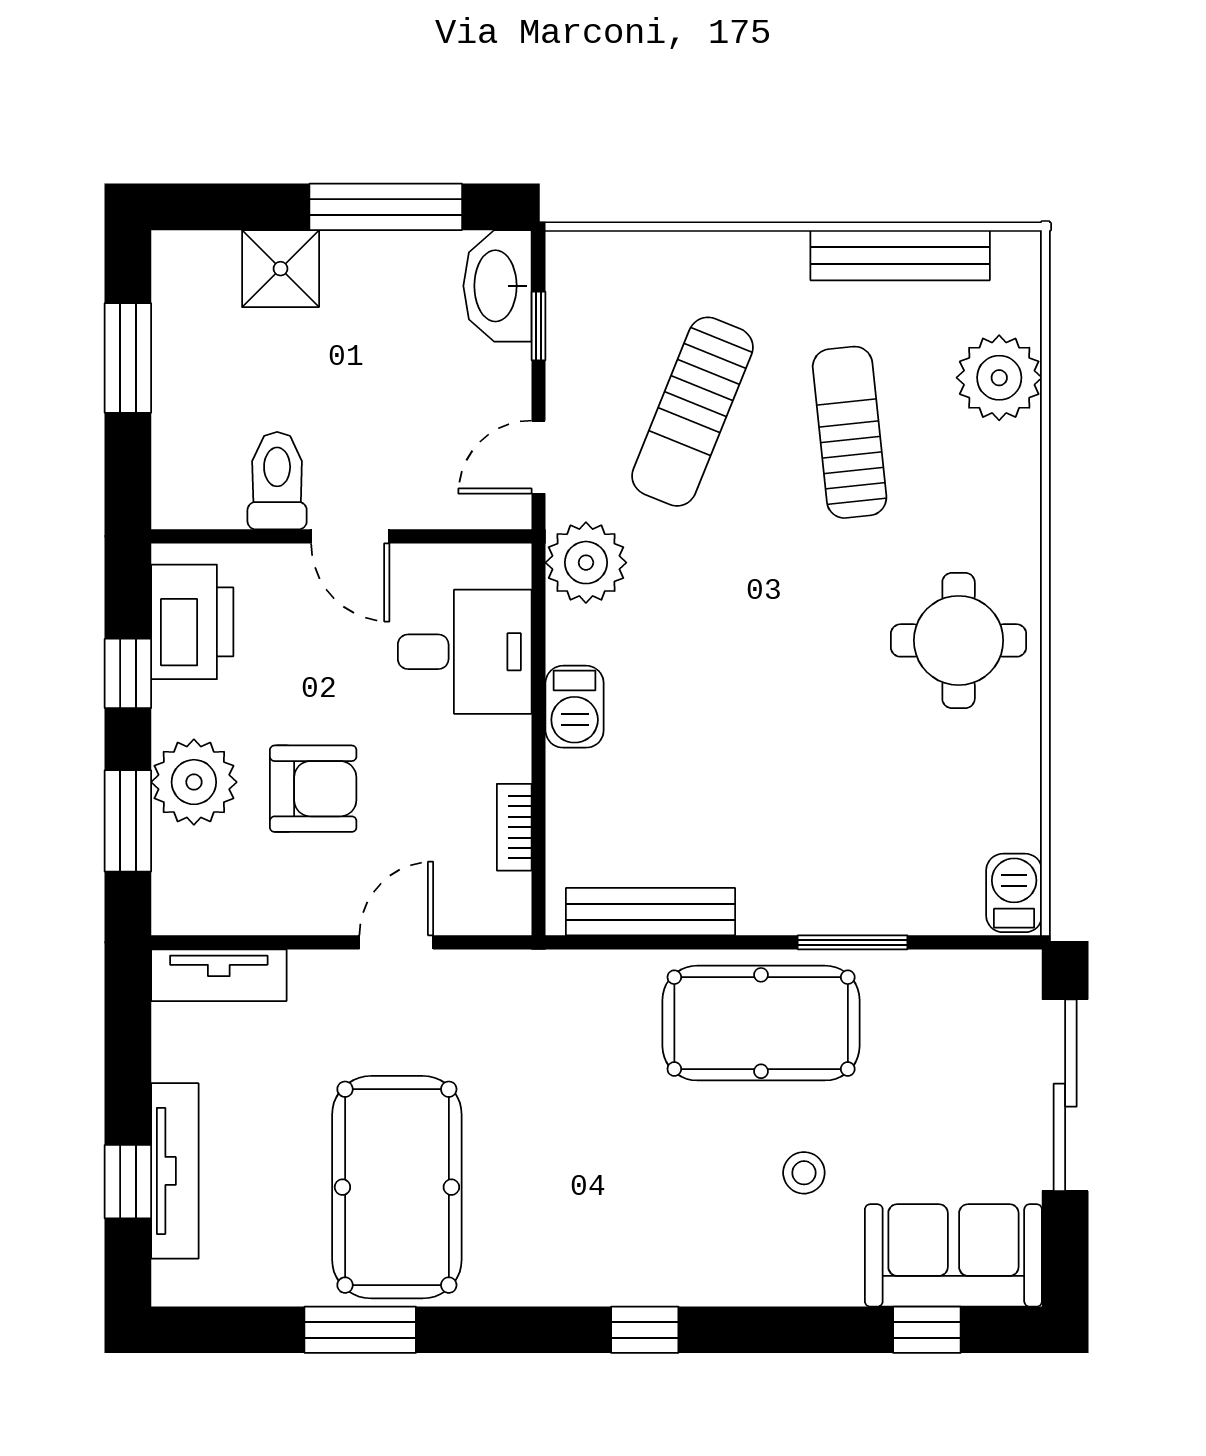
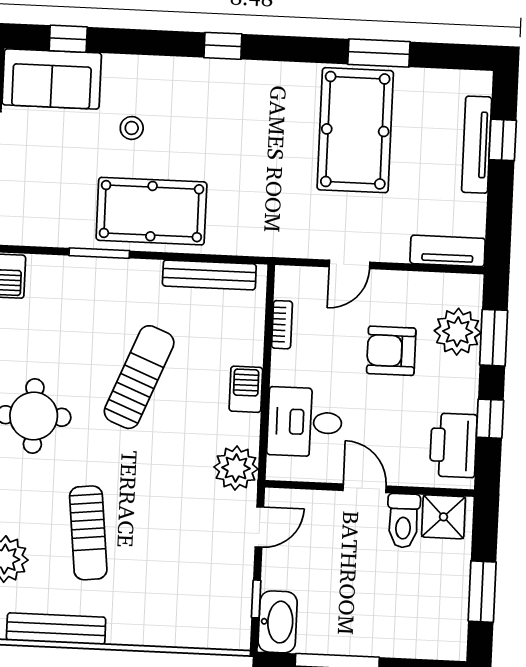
shower: (281, 269) -> (444, 517), moved
sun lounger: (692, 412) -> (139, 377), moved
plant: (194, 782) -> (458, 332), moved

